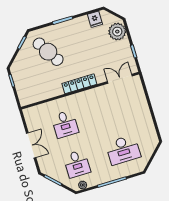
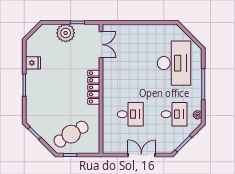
fridge: (95, 19) -> (33, 63), moved
plant: (117, 32) -> (66, 33), moved
cafe table: (48, 52) -> (71, 134), moved
double door: (120, 79) -> (101, 45), swing flipped
desk: (123, 150) -> (174, 63), width x1.36, depth x1.30

